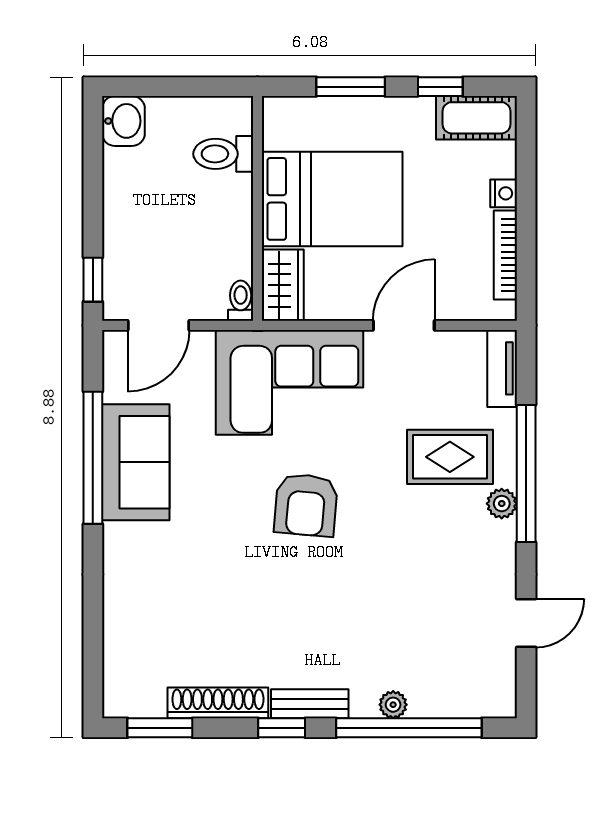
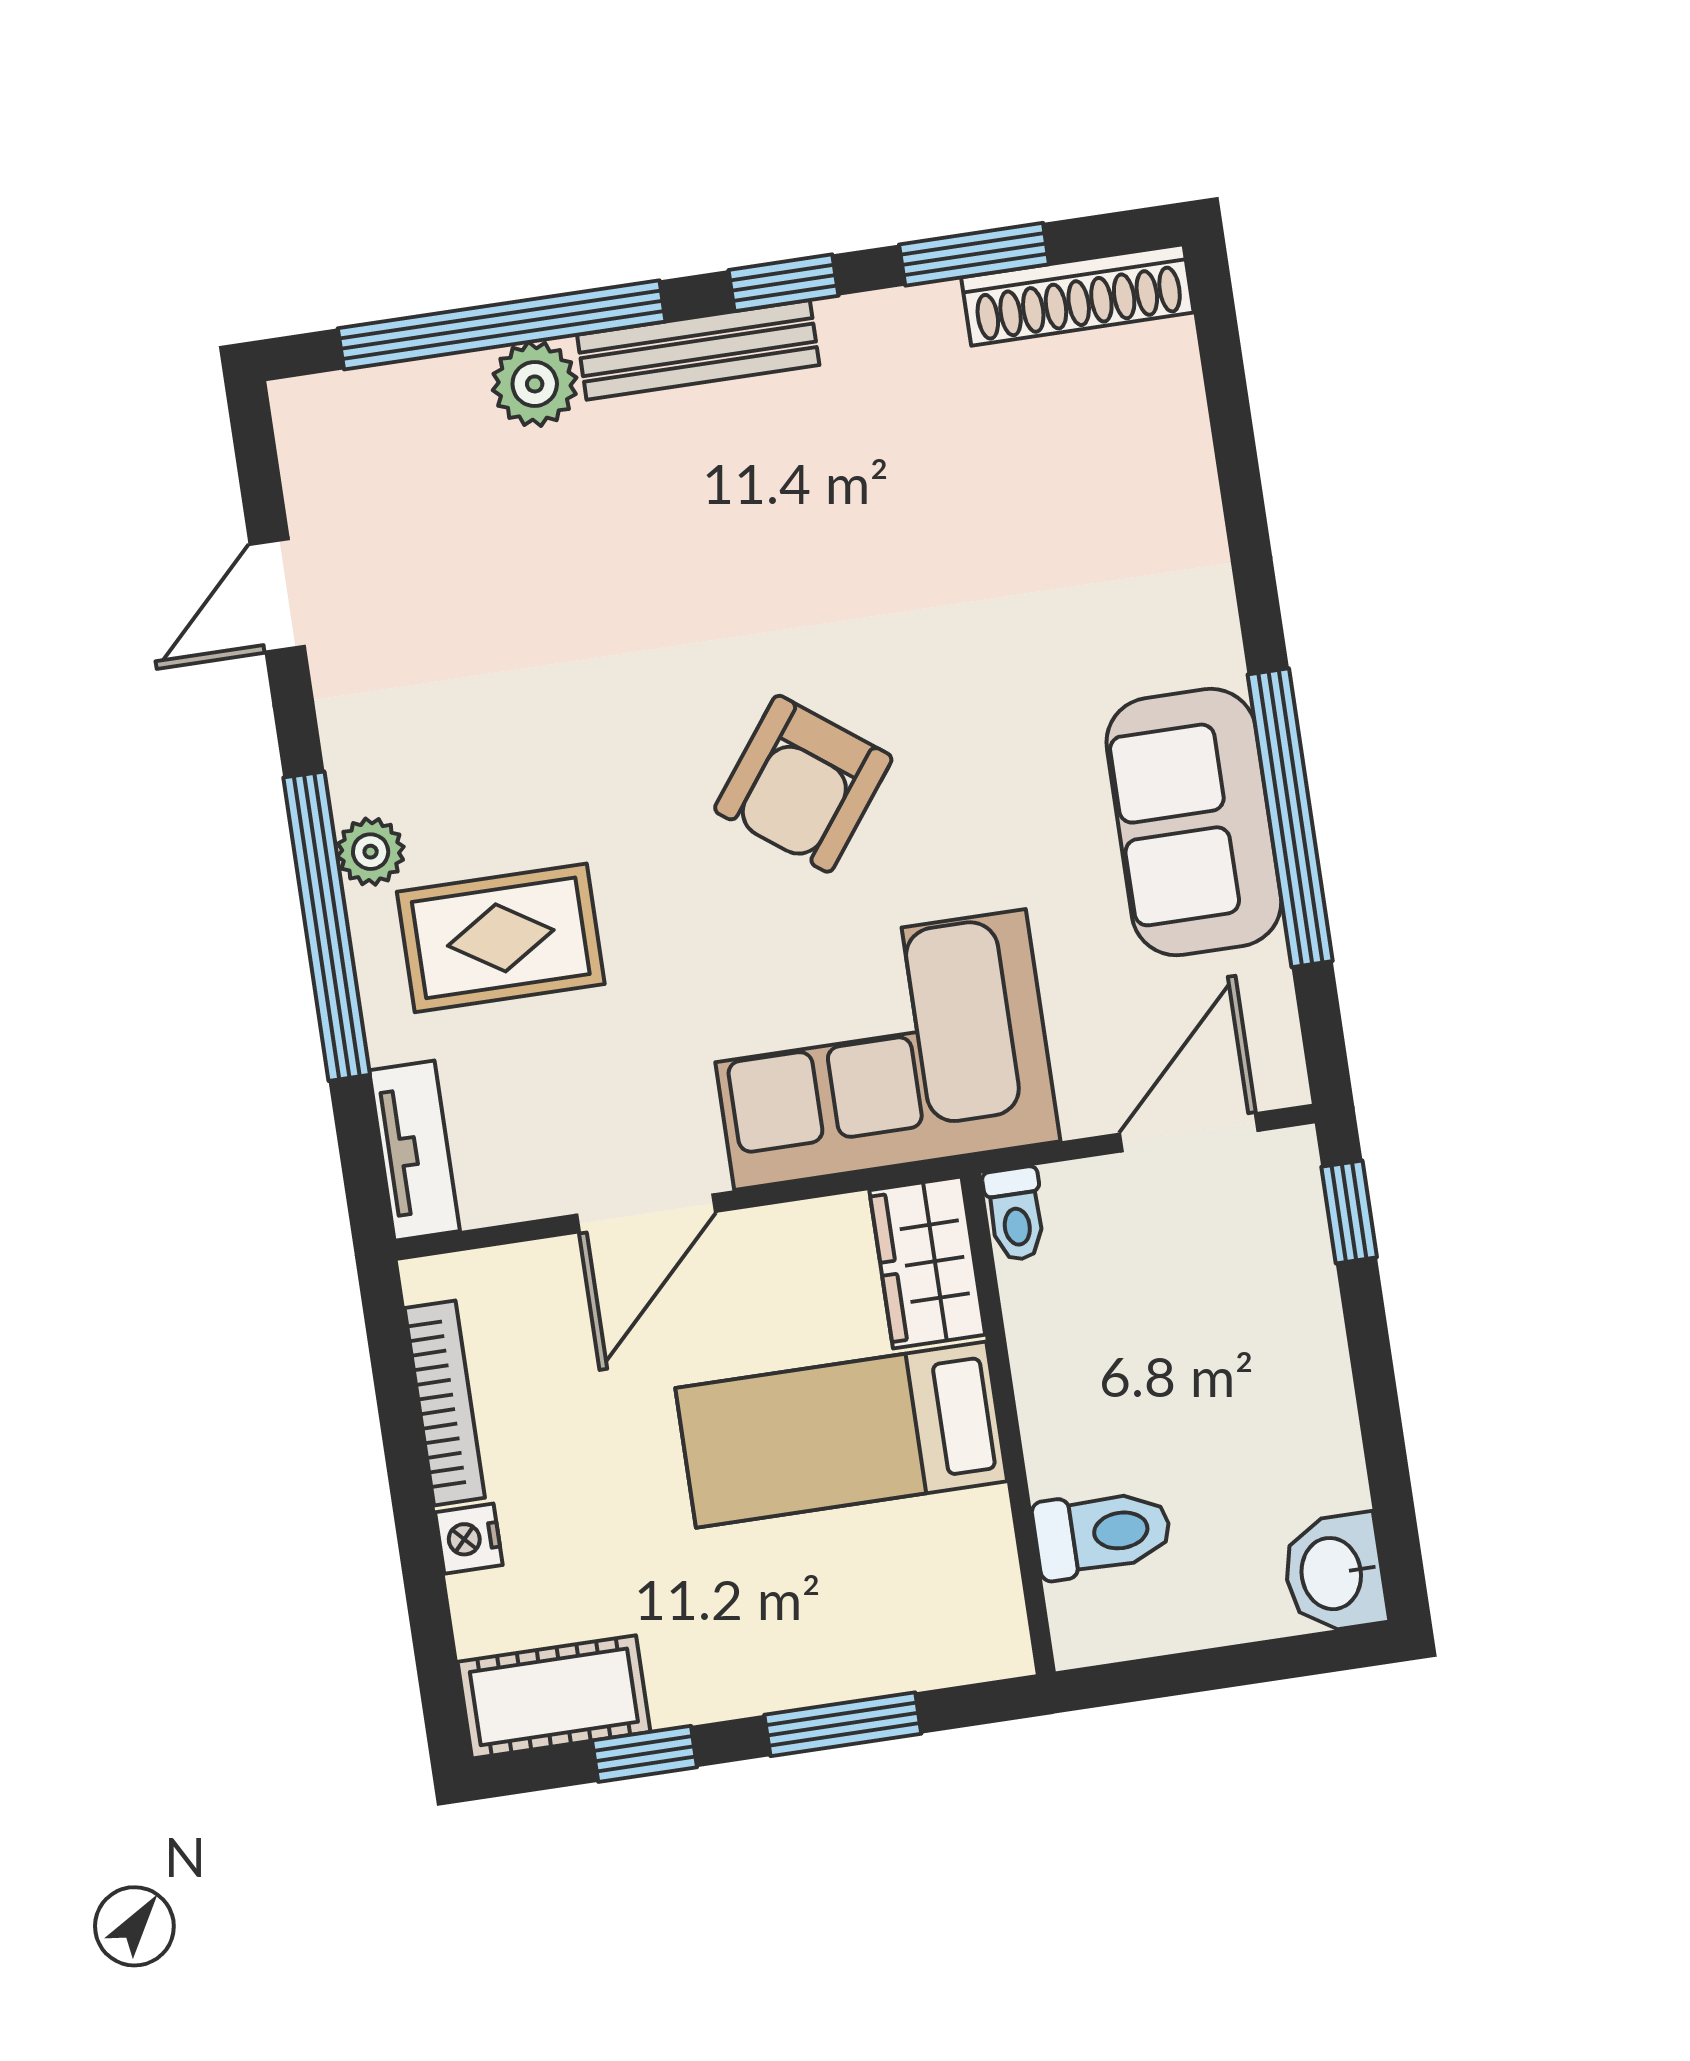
bed: (332, 199) -> (841, 1435), width x0.67
armchair: (306, 505) -> (803, 784), turned -148
shoe rack: (218, 703) -> (1077, 295), moved
bench: (310, 704) -> (698, 350), width x1.36
plant: (393, 705) -> (535, 384), width x1.38, depth x1.38
window: (160, 728) -> (974, 254), moved

